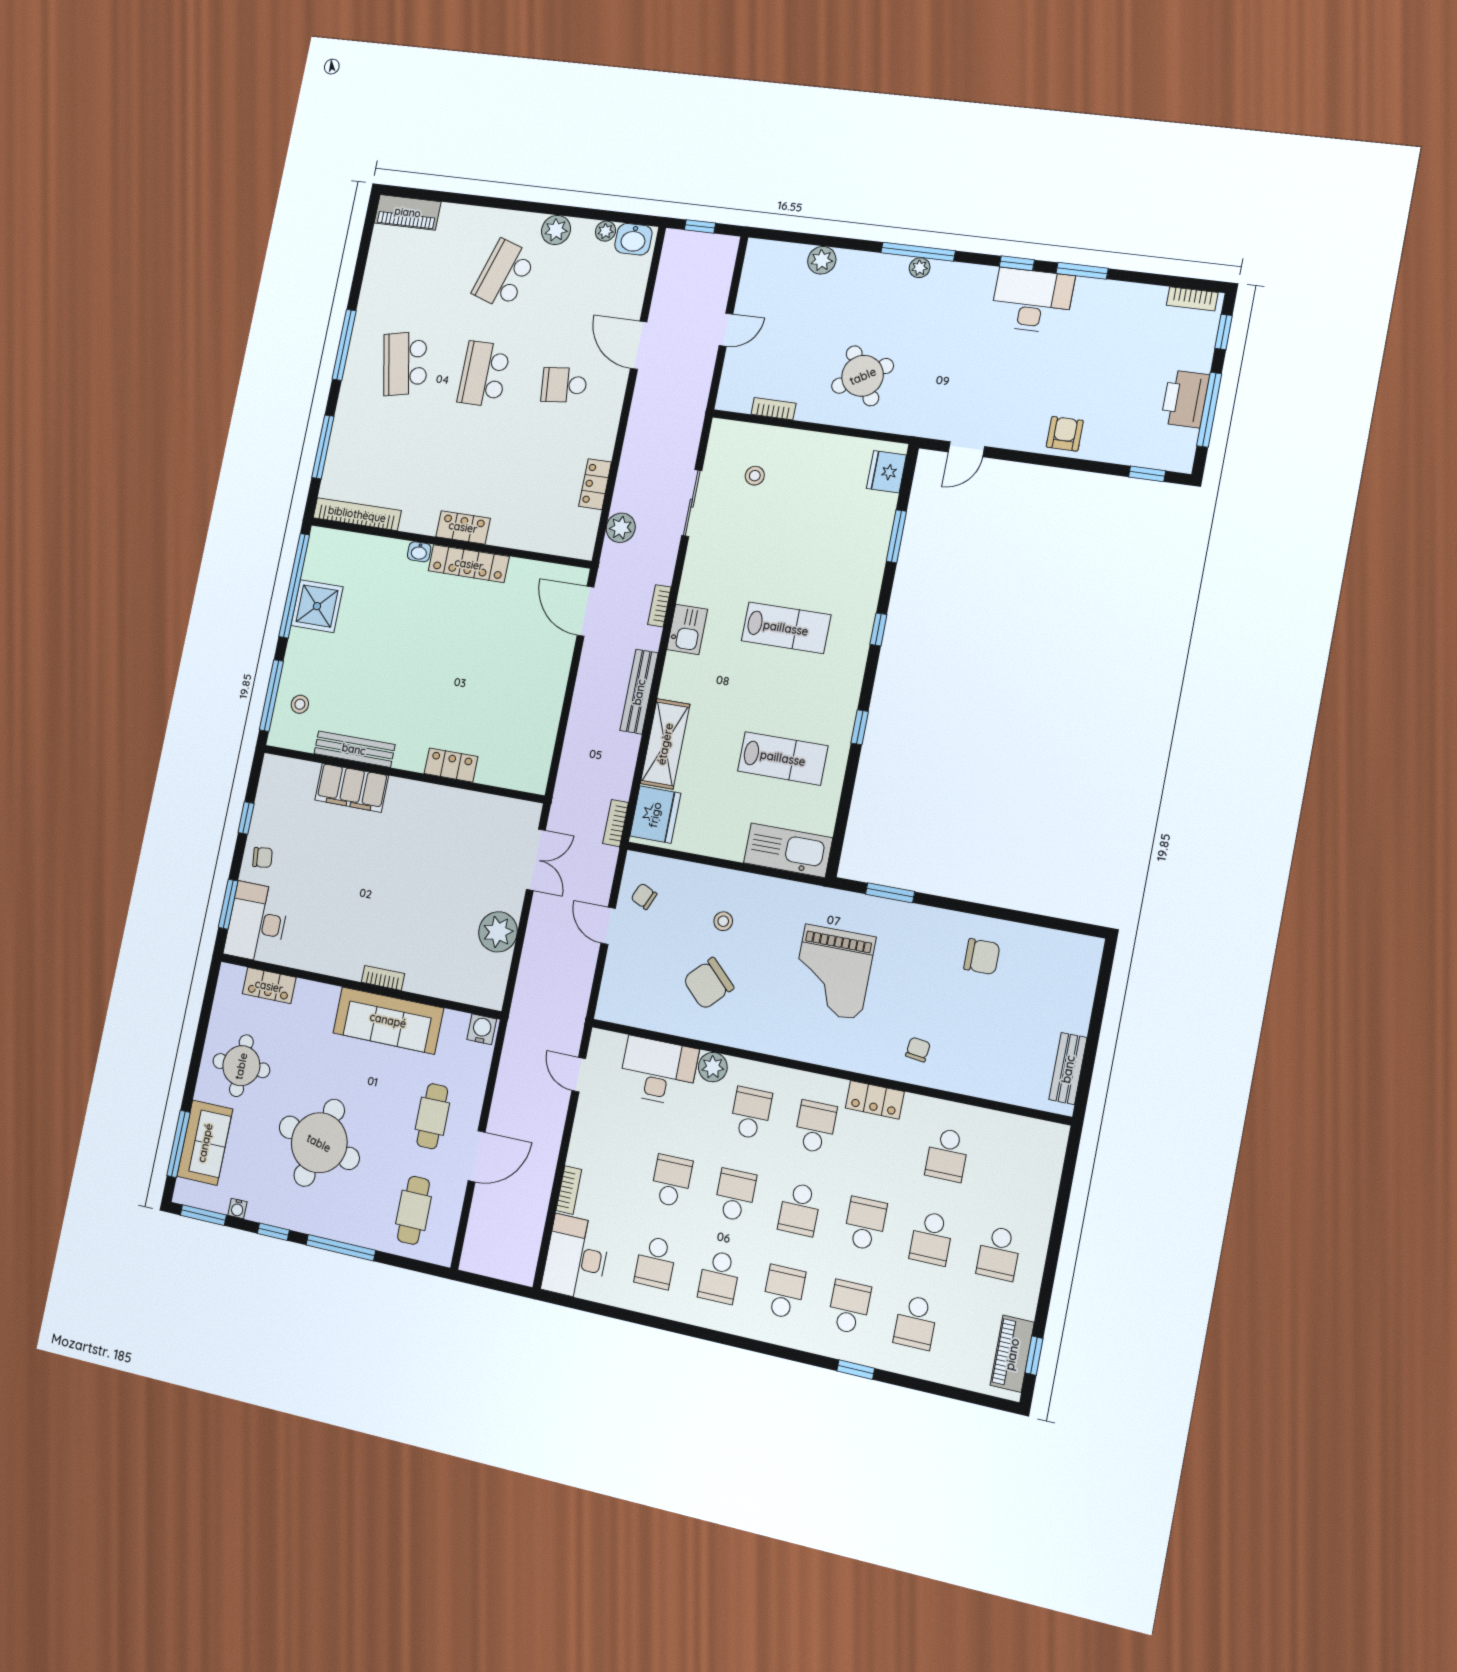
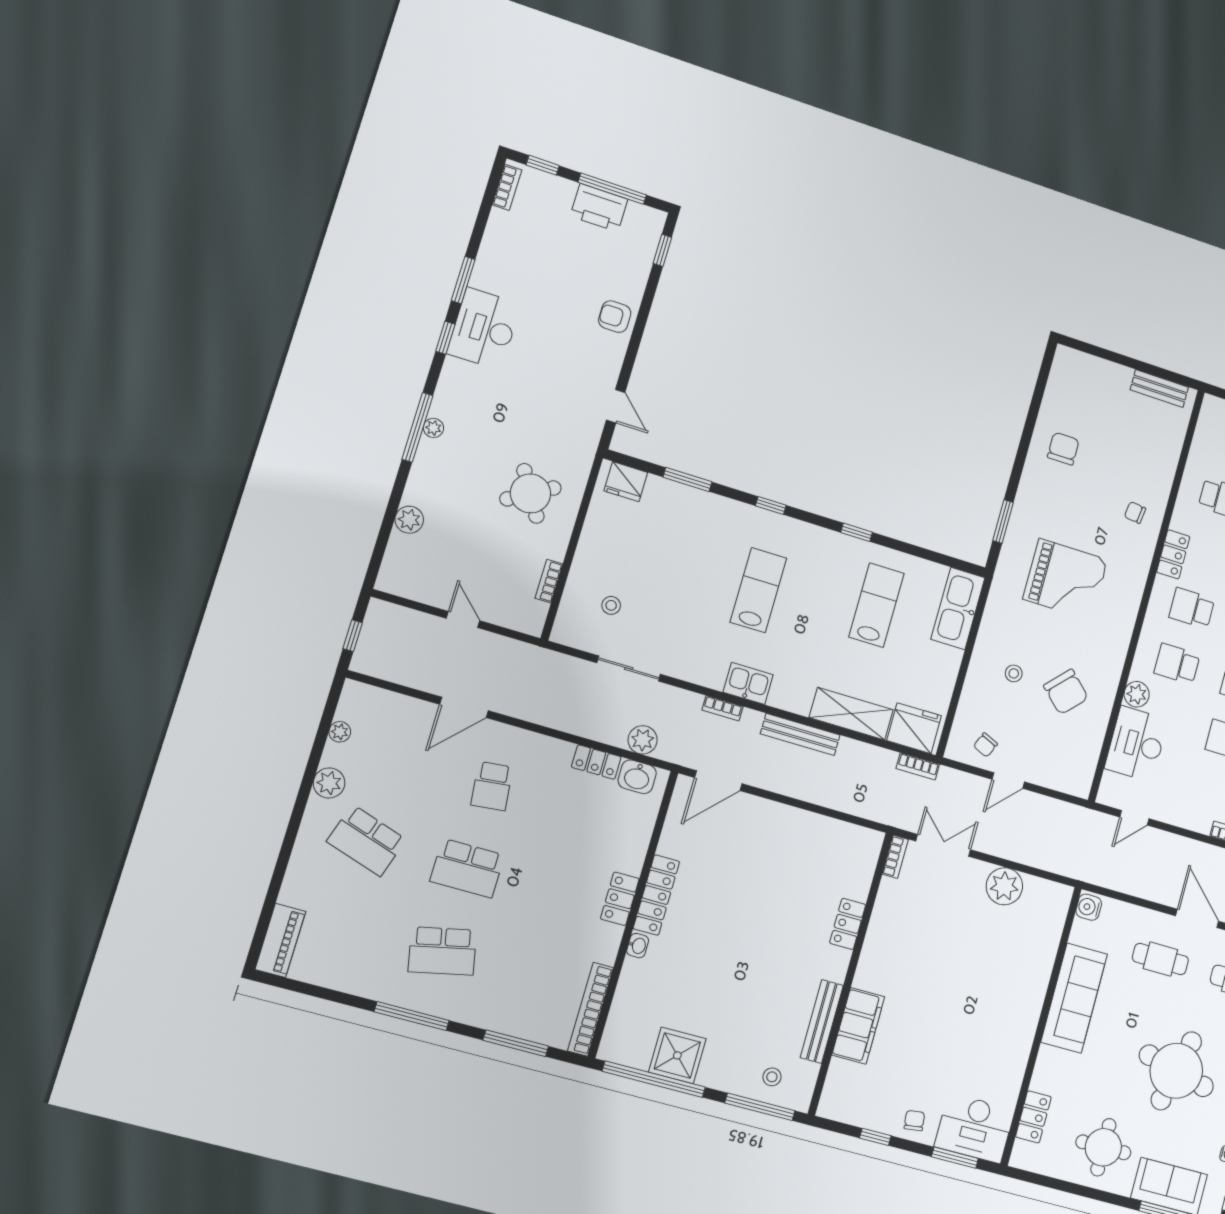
washbasin: (633, 239) -> (637, 777), moved, turned 90
bookcase: (383, 978) -> (895, 857), moved, turned 180

